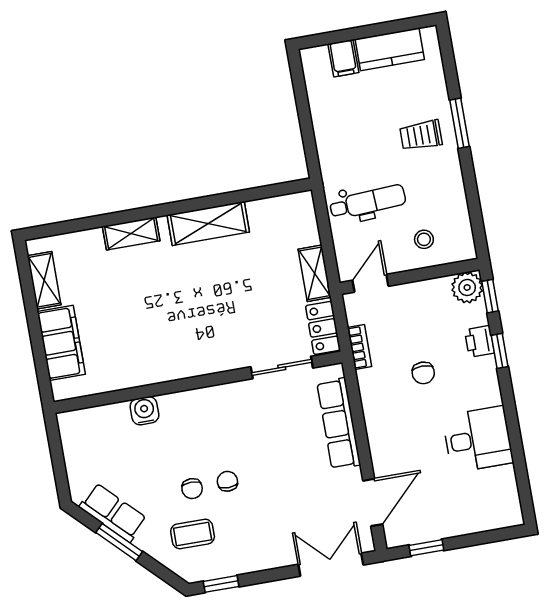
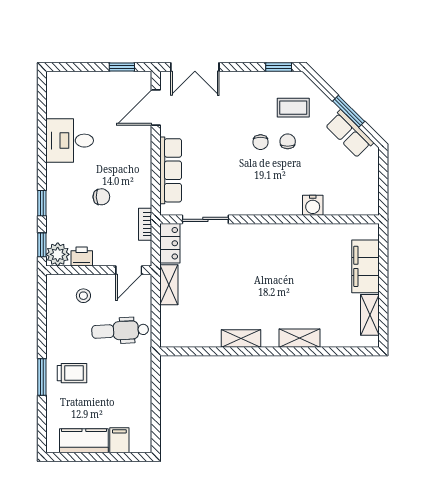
shelving: (208, 223) -> (241, 339), width x0.67, depth x0.75
printer: (479, 341) -> (82, 256), moved, turned -90
chair: (423, 373) -> (101, 197), turned 88

